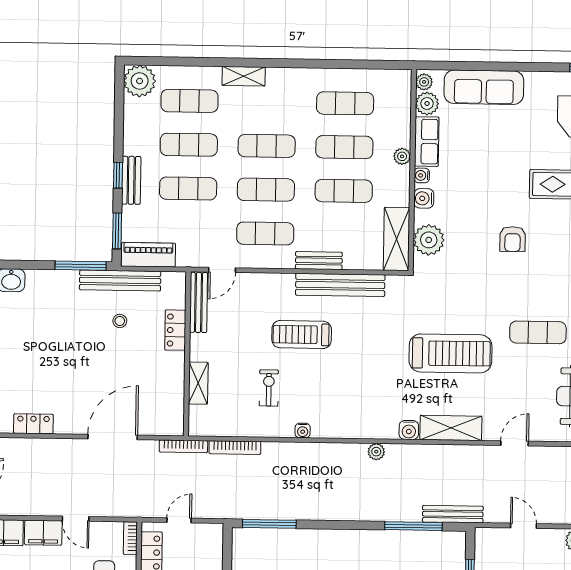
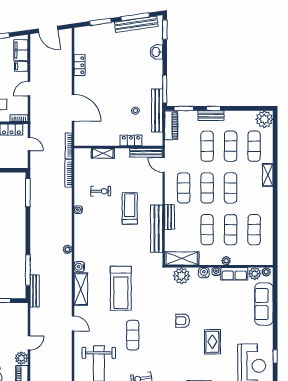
door: (523, 526) -> (29, 343), moved
filing cabinet: (43, 533) -> (21, 66), width x0.50

